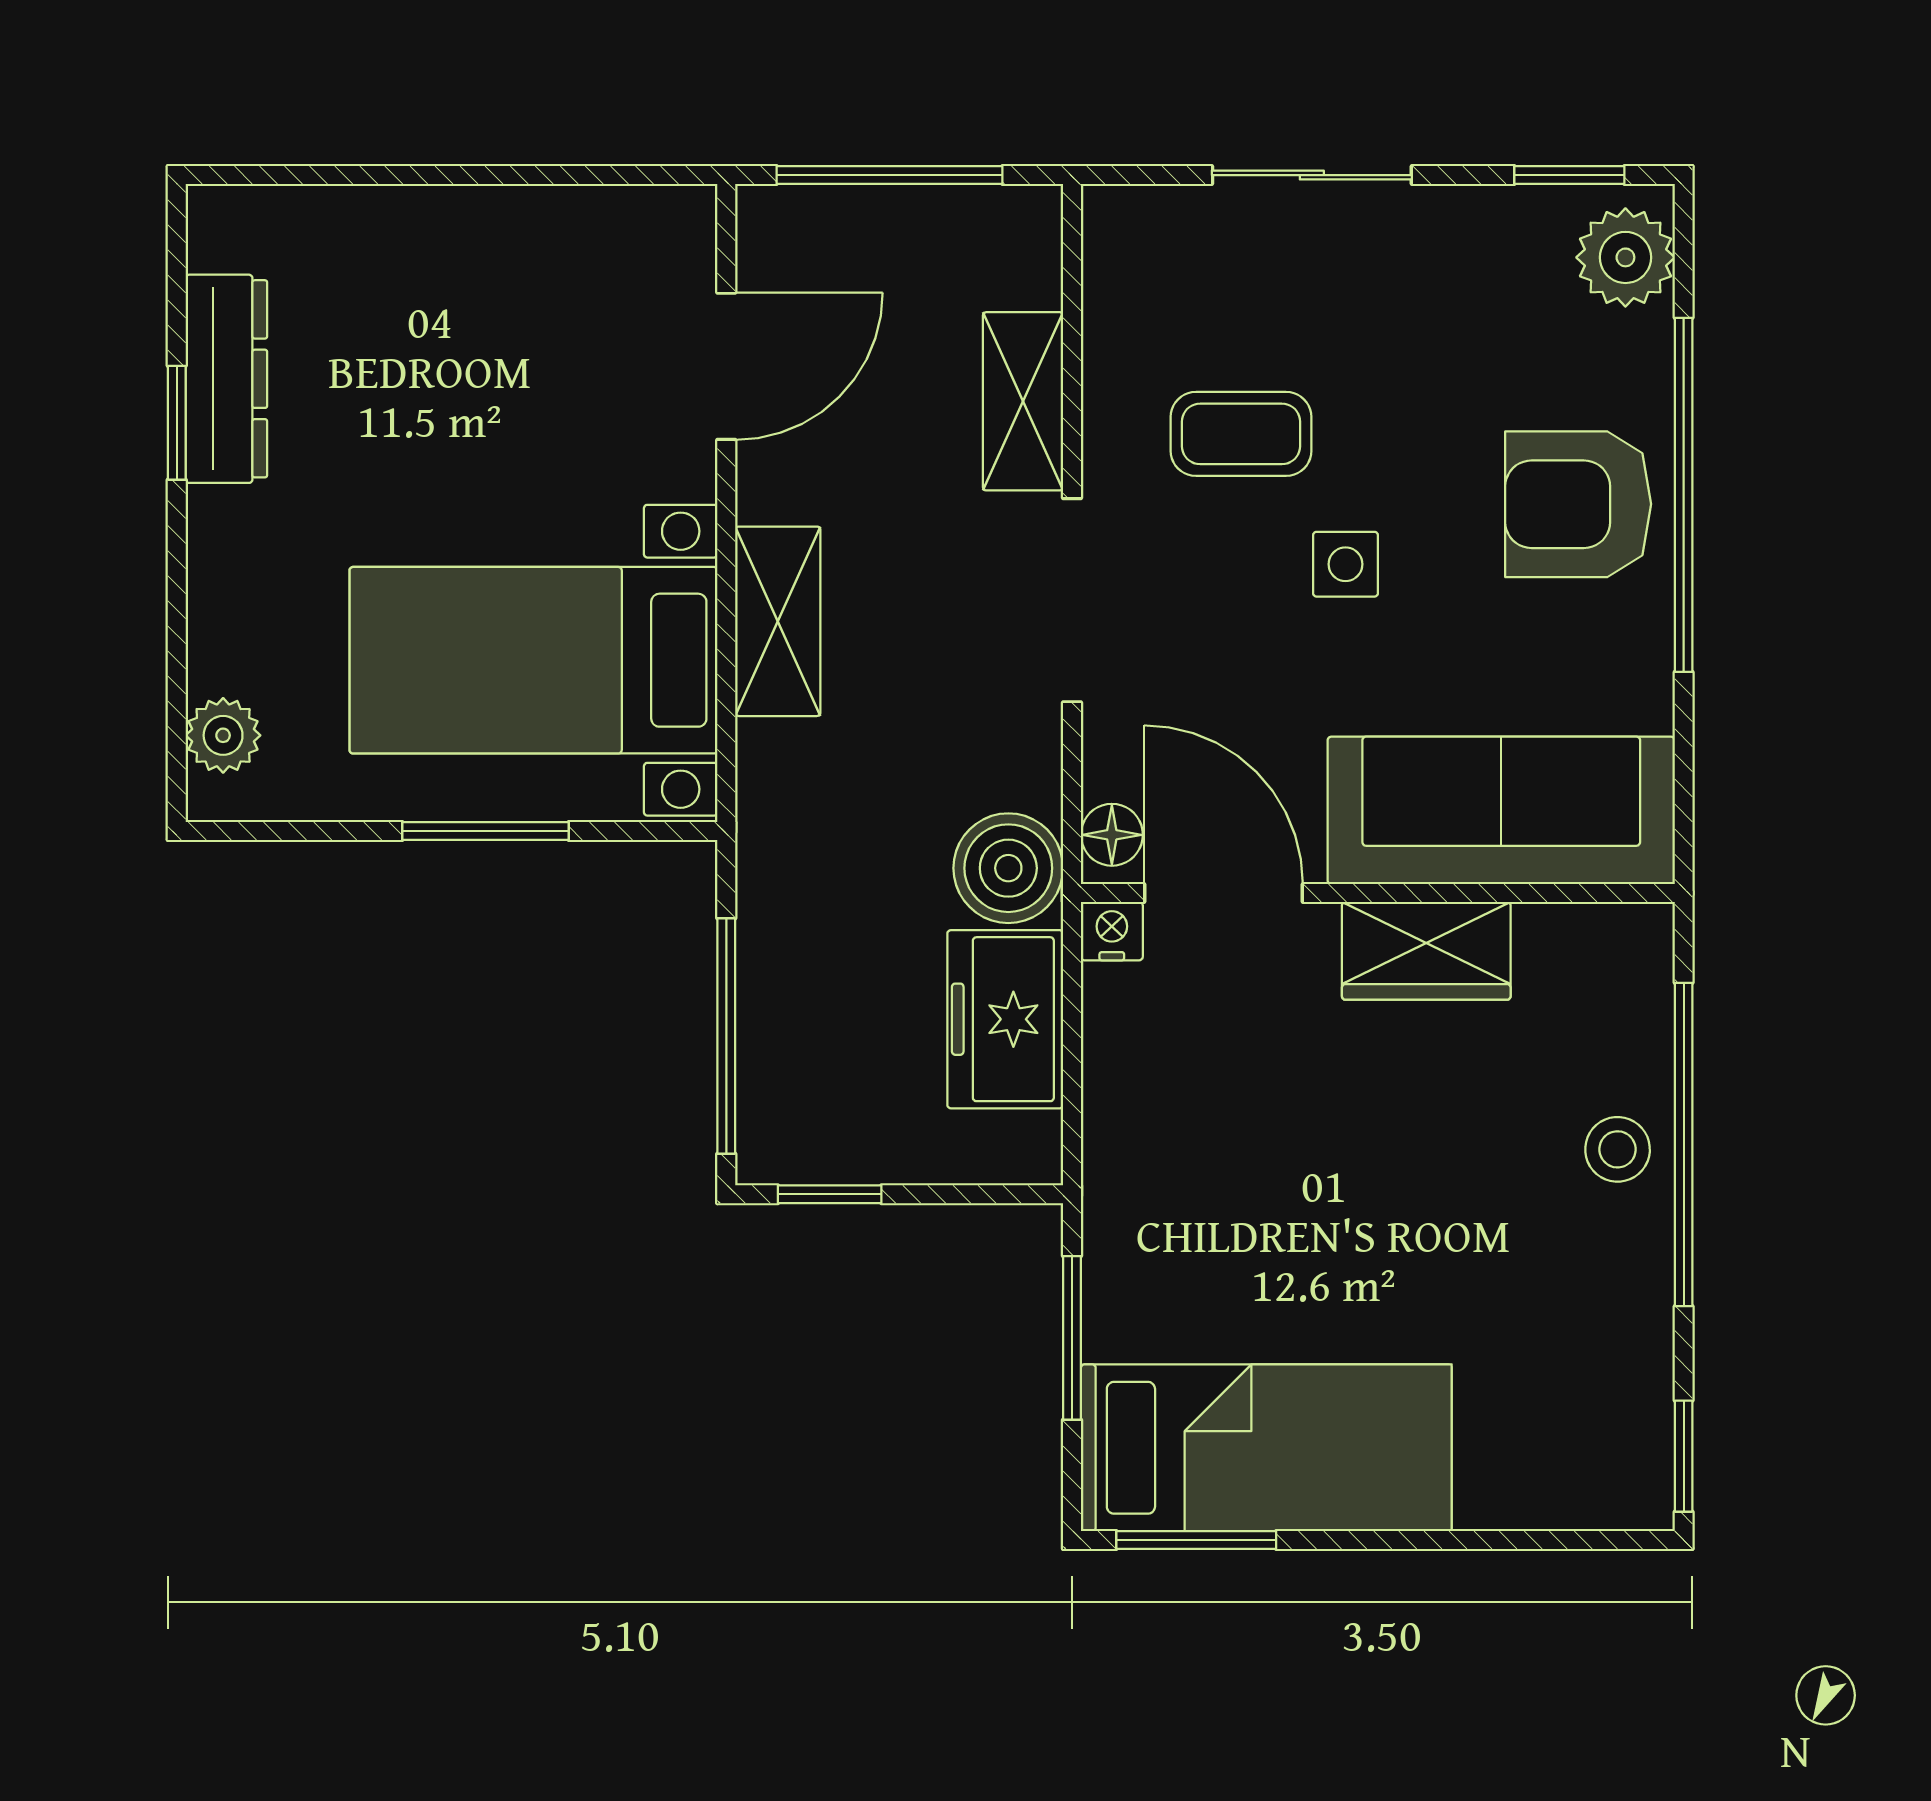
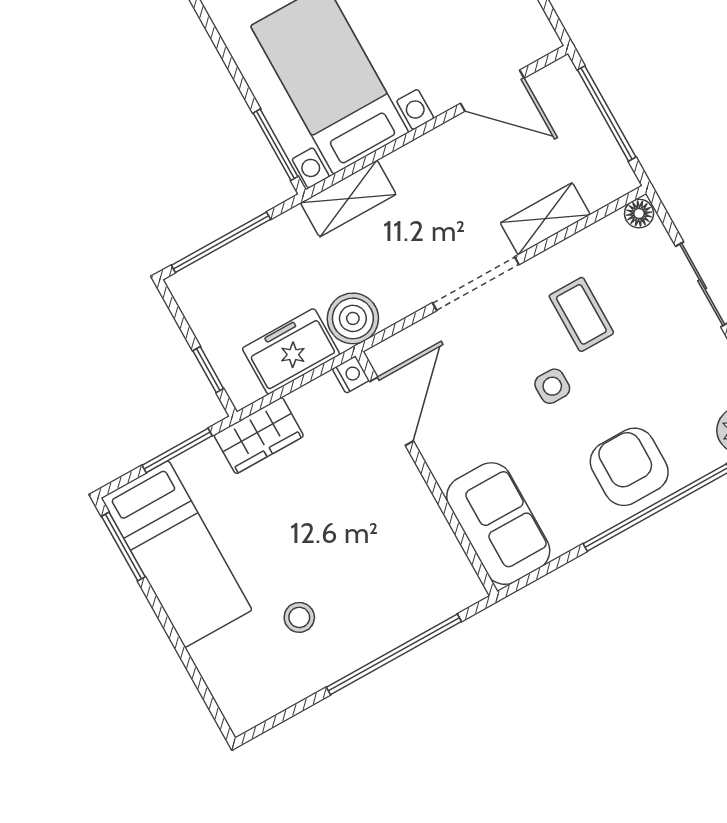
shelving: (778, 621) -> (348, 199), moved
sofa: (1501, 810) -> (498, 524), width x0.73
window: (486, 831) -> (276, 145), moved
floor lamp: (1112, 835) -> (639, 214), moved
wardrobe: (1426, 951) -> (259, 436), moved, turned -90
stool: (1618, 1149) -> (299, 617), moved
window: (830, 1194) -> (208, 370), moved
window: (1684, 1456) -> (268, 725), removed

